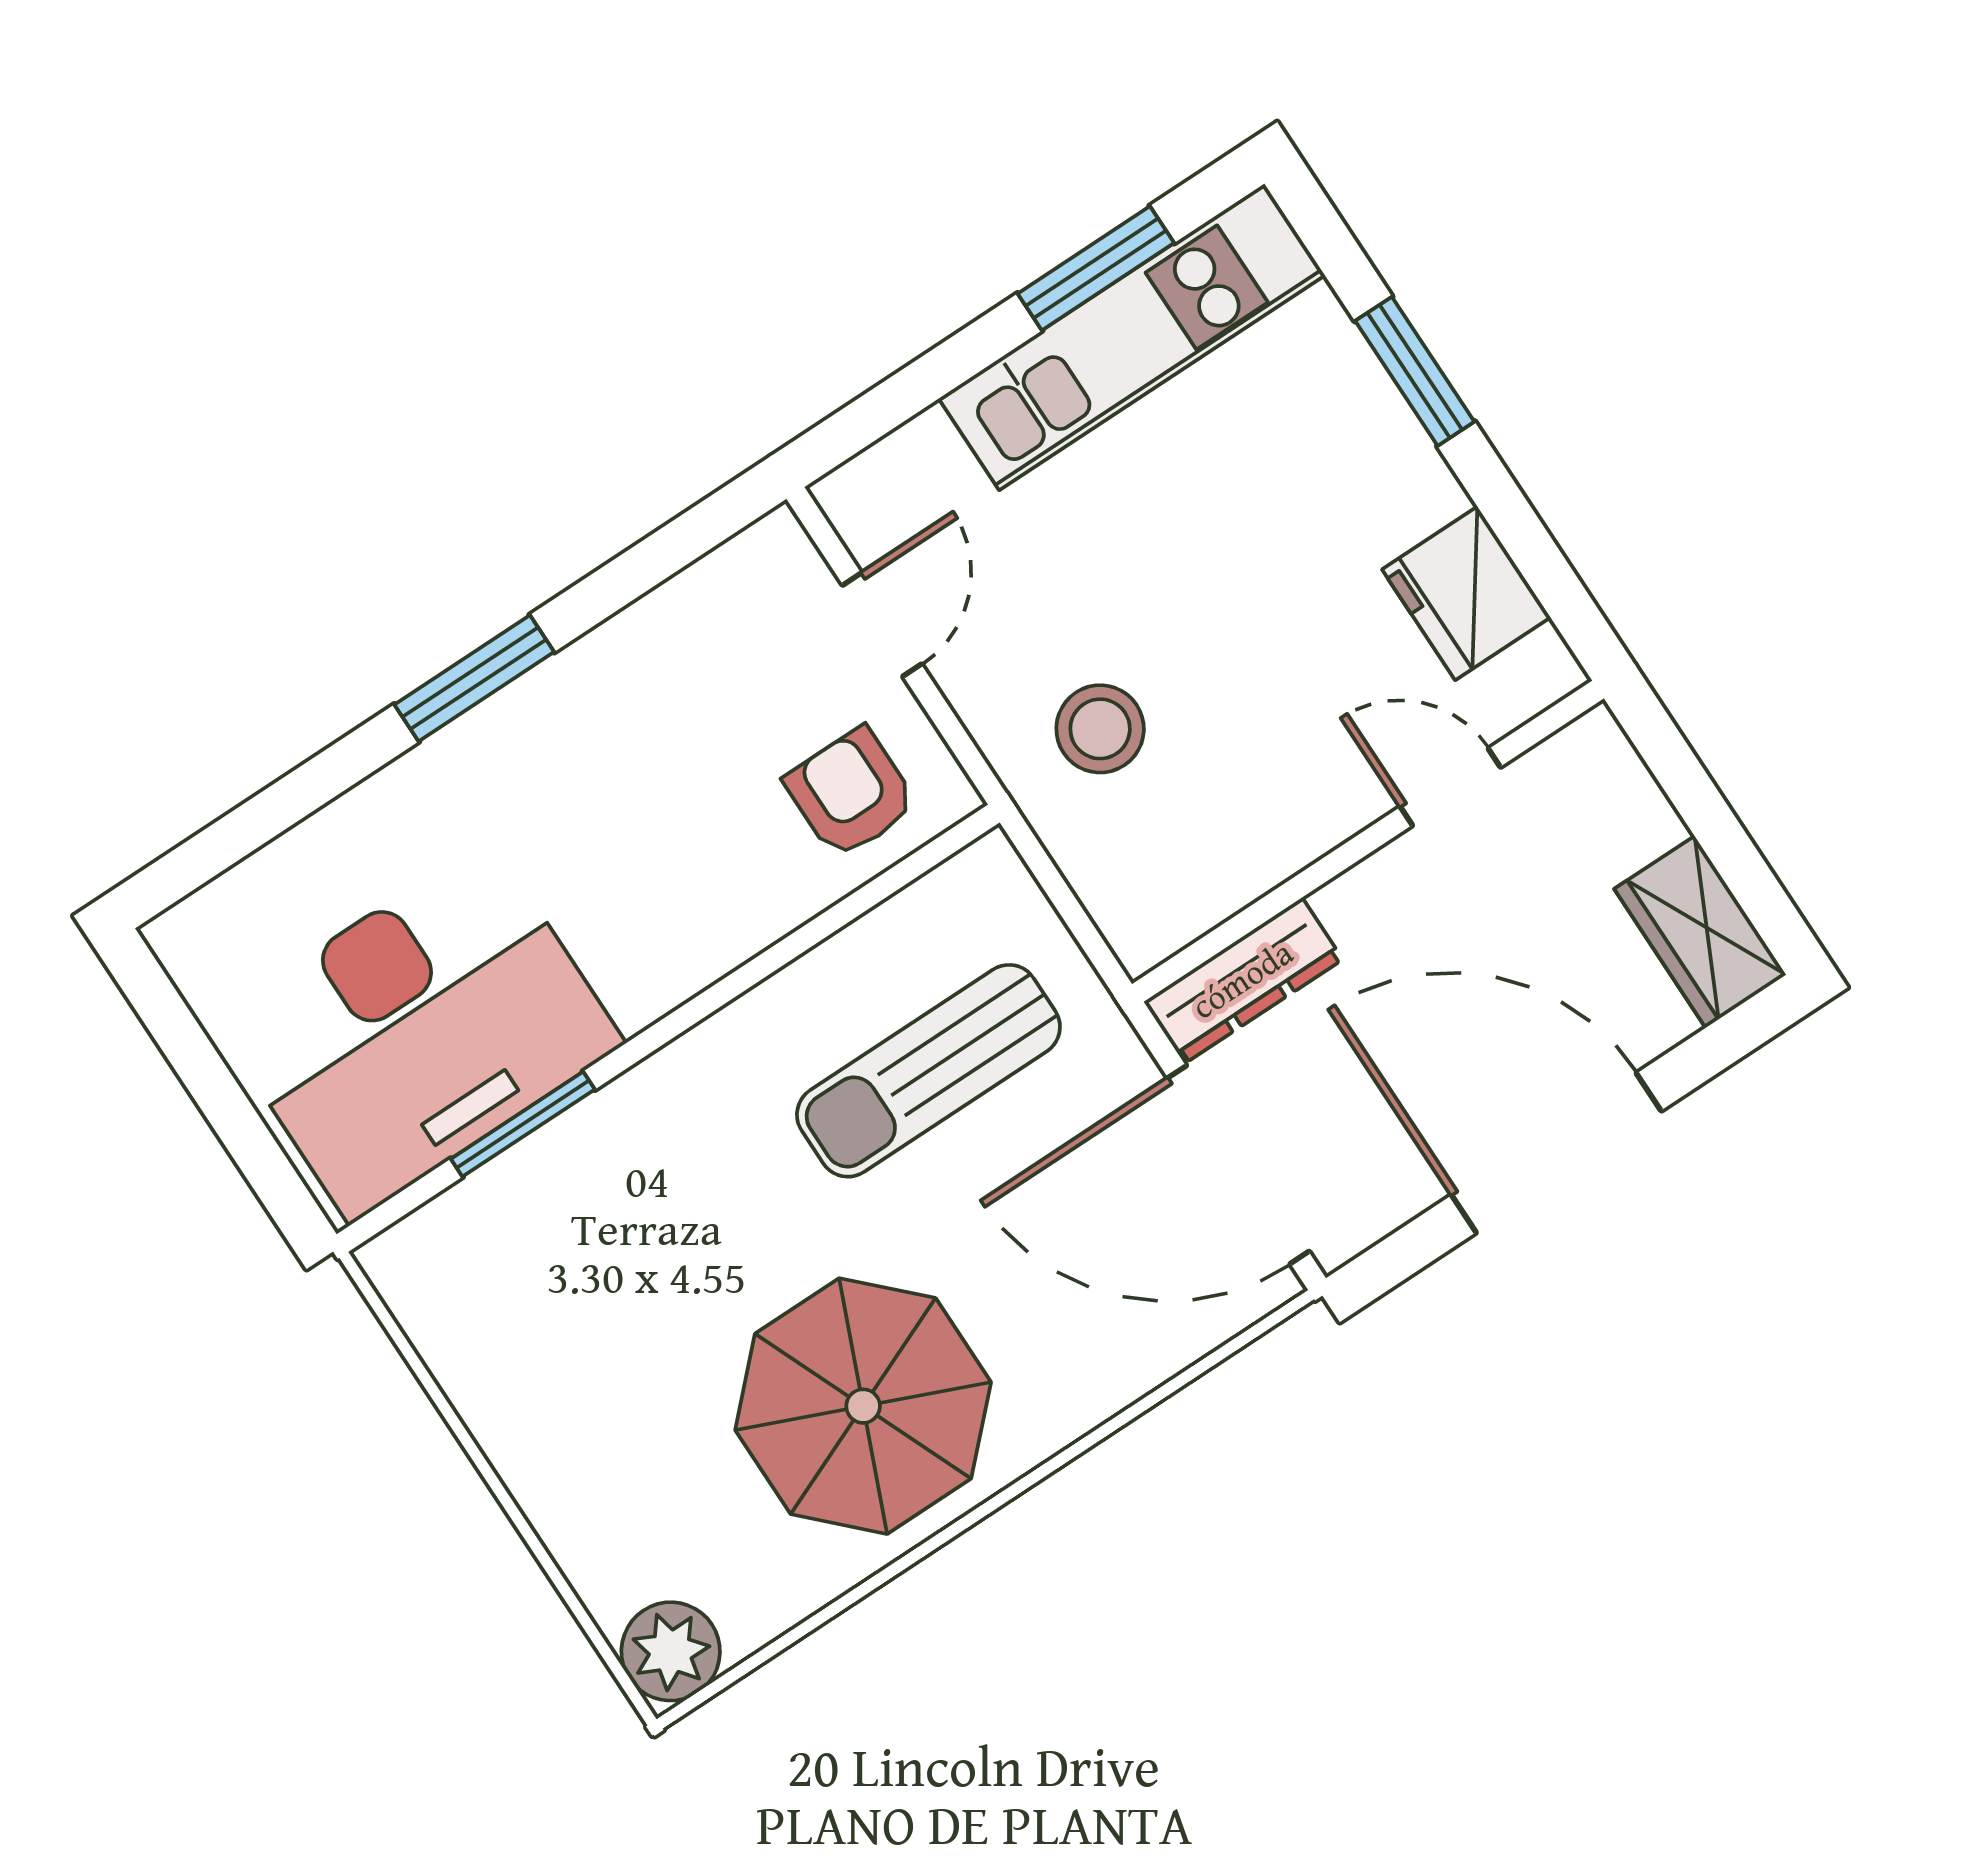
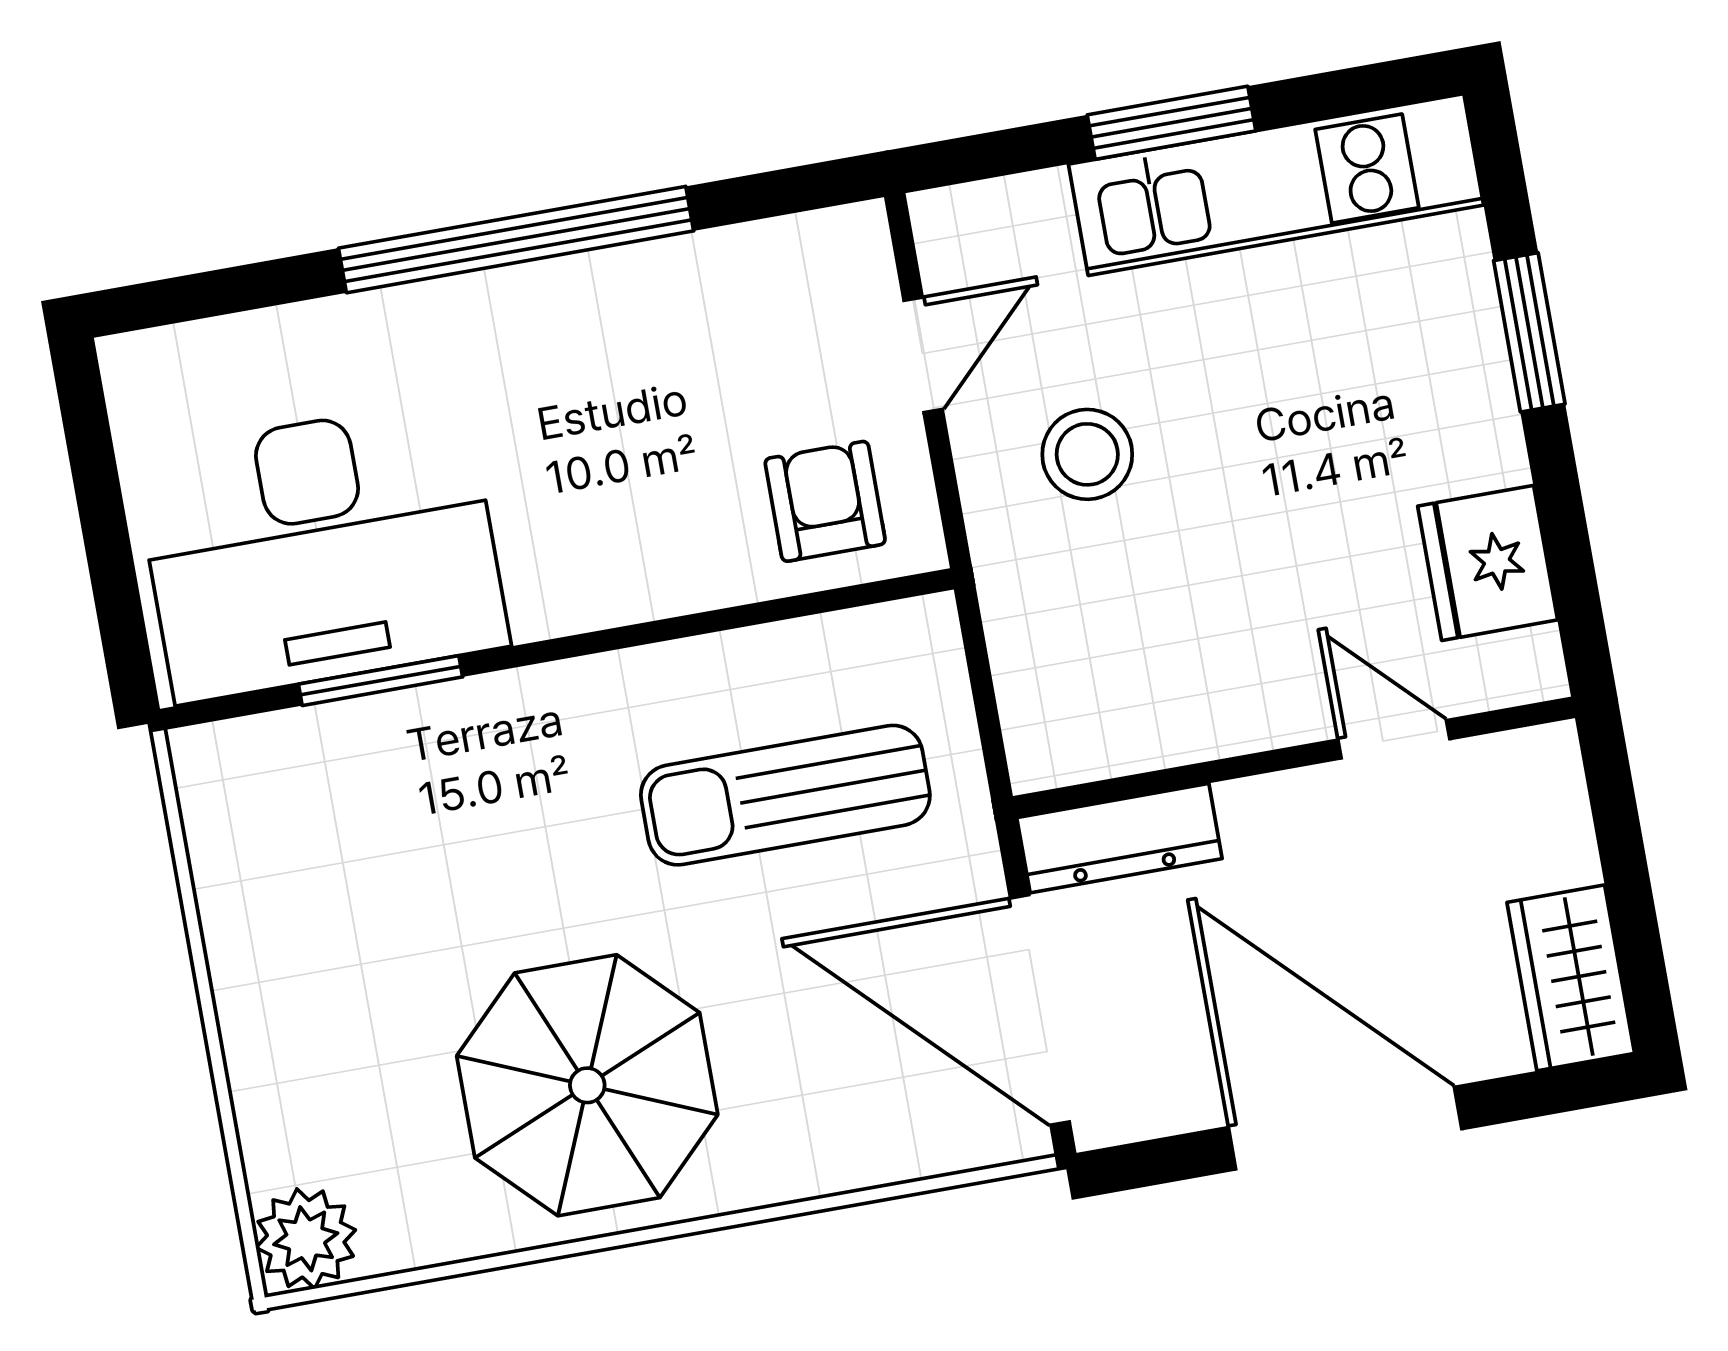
window: (1096, 268) -> (1172, 123), moved
window: (474, 678) -> (516, 240), width x2.11
stool: (1100, 729) -> (1087, 454), moved

